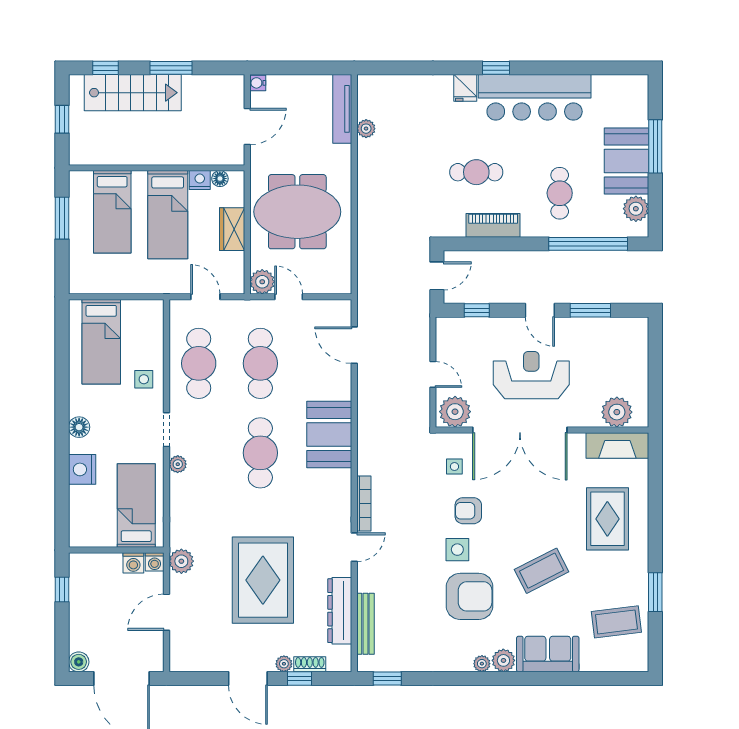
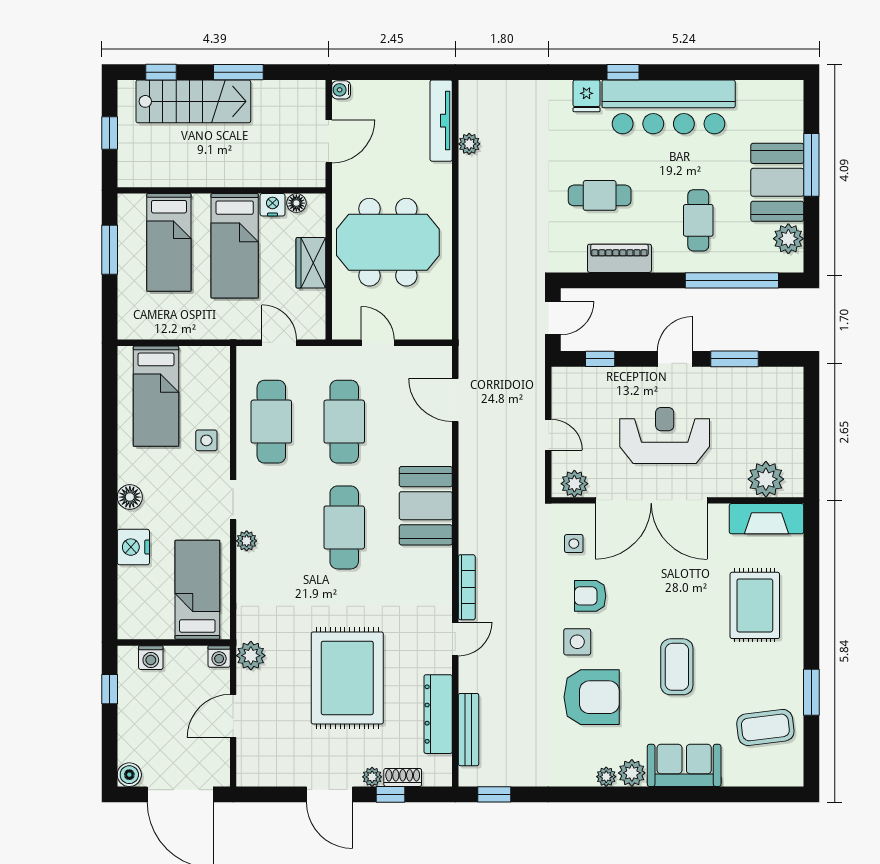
plant: (262, 282) -> (346, 325), removed
door: (540, 310) -> (675, 359), swing flipped
plant: (455, 412) -> (574, 484), width x0.73, depth x0.73
washing machine: (133, 563) -> (151, 658), moved
coffee table: (542, 571) -> (677, 667), turned -63

